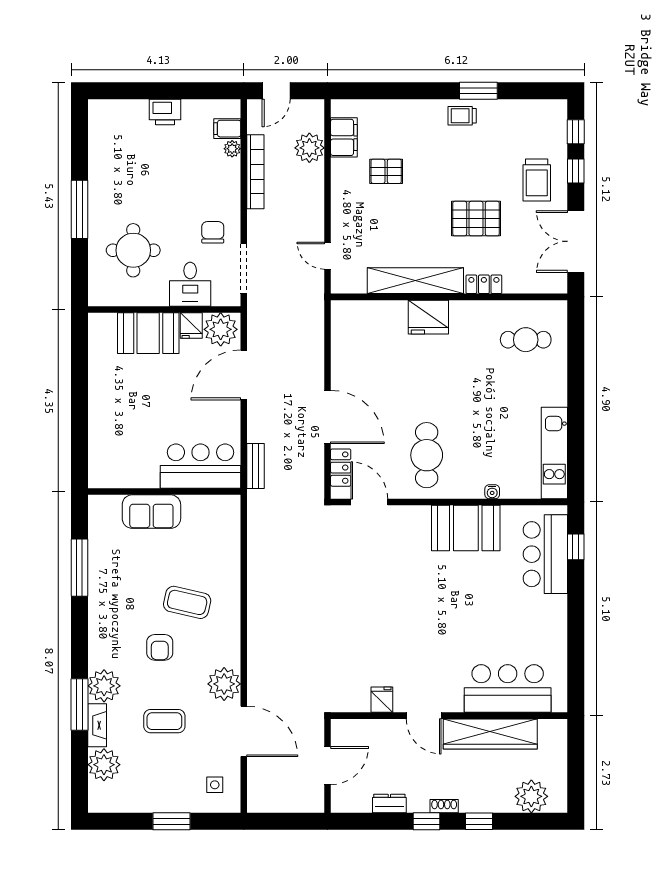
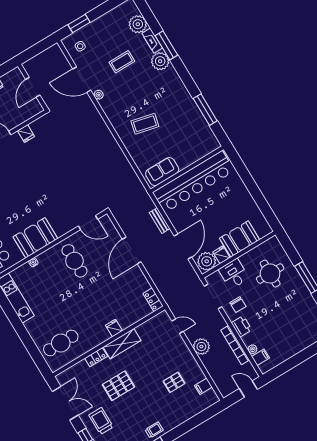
door: (276, 91) -> (248, 389), hinge flipped
printer: (165, 112) -> (242, 326), moved, turned 90
filing cabinet: (344, 137) -> (203, 386), width x0.50
plant: (309, 148) -> (201, 347), moved
shelving: (415, 281) -> (122, 344), width x0.68
fridge: (428, 317) -> (114, 328), width x0.53, depth x0.75
cafe table: (526, 340) -> (61, 343), width x1.37, depth x1.35
door: (328, 417) -> (132, 251), hinge flipped
bar counter: (201, 466) -> (193, 182), width x1.86
bench: (256, 466) -> (160, 221), moved
locker: (341, 468) -> (153, 300), moved
sofa: (151, 512) -> (162, 172), moved
armchair: (160, 647) -> (145, 95), removed
plant: (224, 684) -> (99, 95), width x0.53, depth x0.53
window: (172, 821) -> (79, 23), moved

